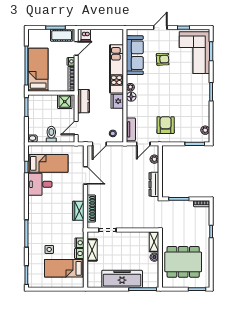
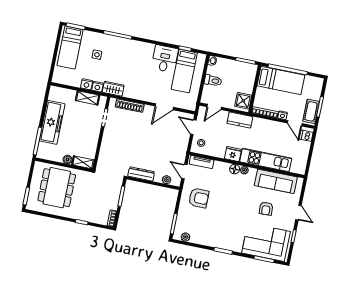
door: (76, 128) -> (214, 107), swing flipped
wardrobe: (78, 211) -> (113, 89), moved
bed: (64, 268) -> (70, 48), moved, turned 180

